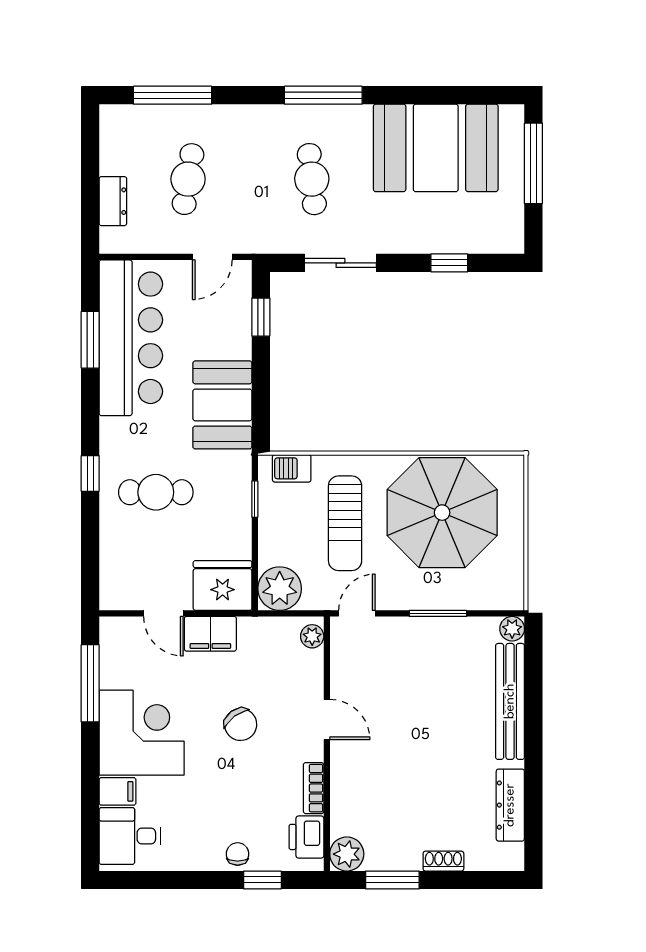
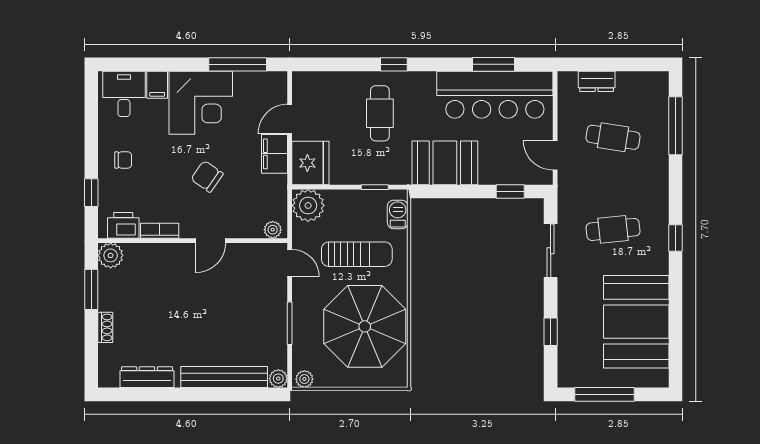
window: (323, 95) -> (675, 238), width x0.46
window: (533, 163) -> (605, 394), moved
sun lounger: (345, 523) -> (357, 254), turned 180
plant: (513, 594) -> (304, 379), added
chair: (241, 724) -> (207, 176), turned 72
chair: (238, 854) -> (123, 160), moved

